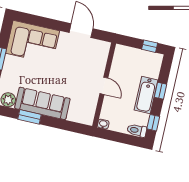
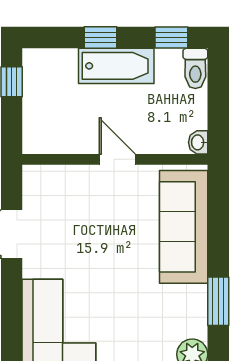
door: (104, 86) -> (117, 159), hinge flipped
sofa: (42, 103) -> (184, 227), moved

